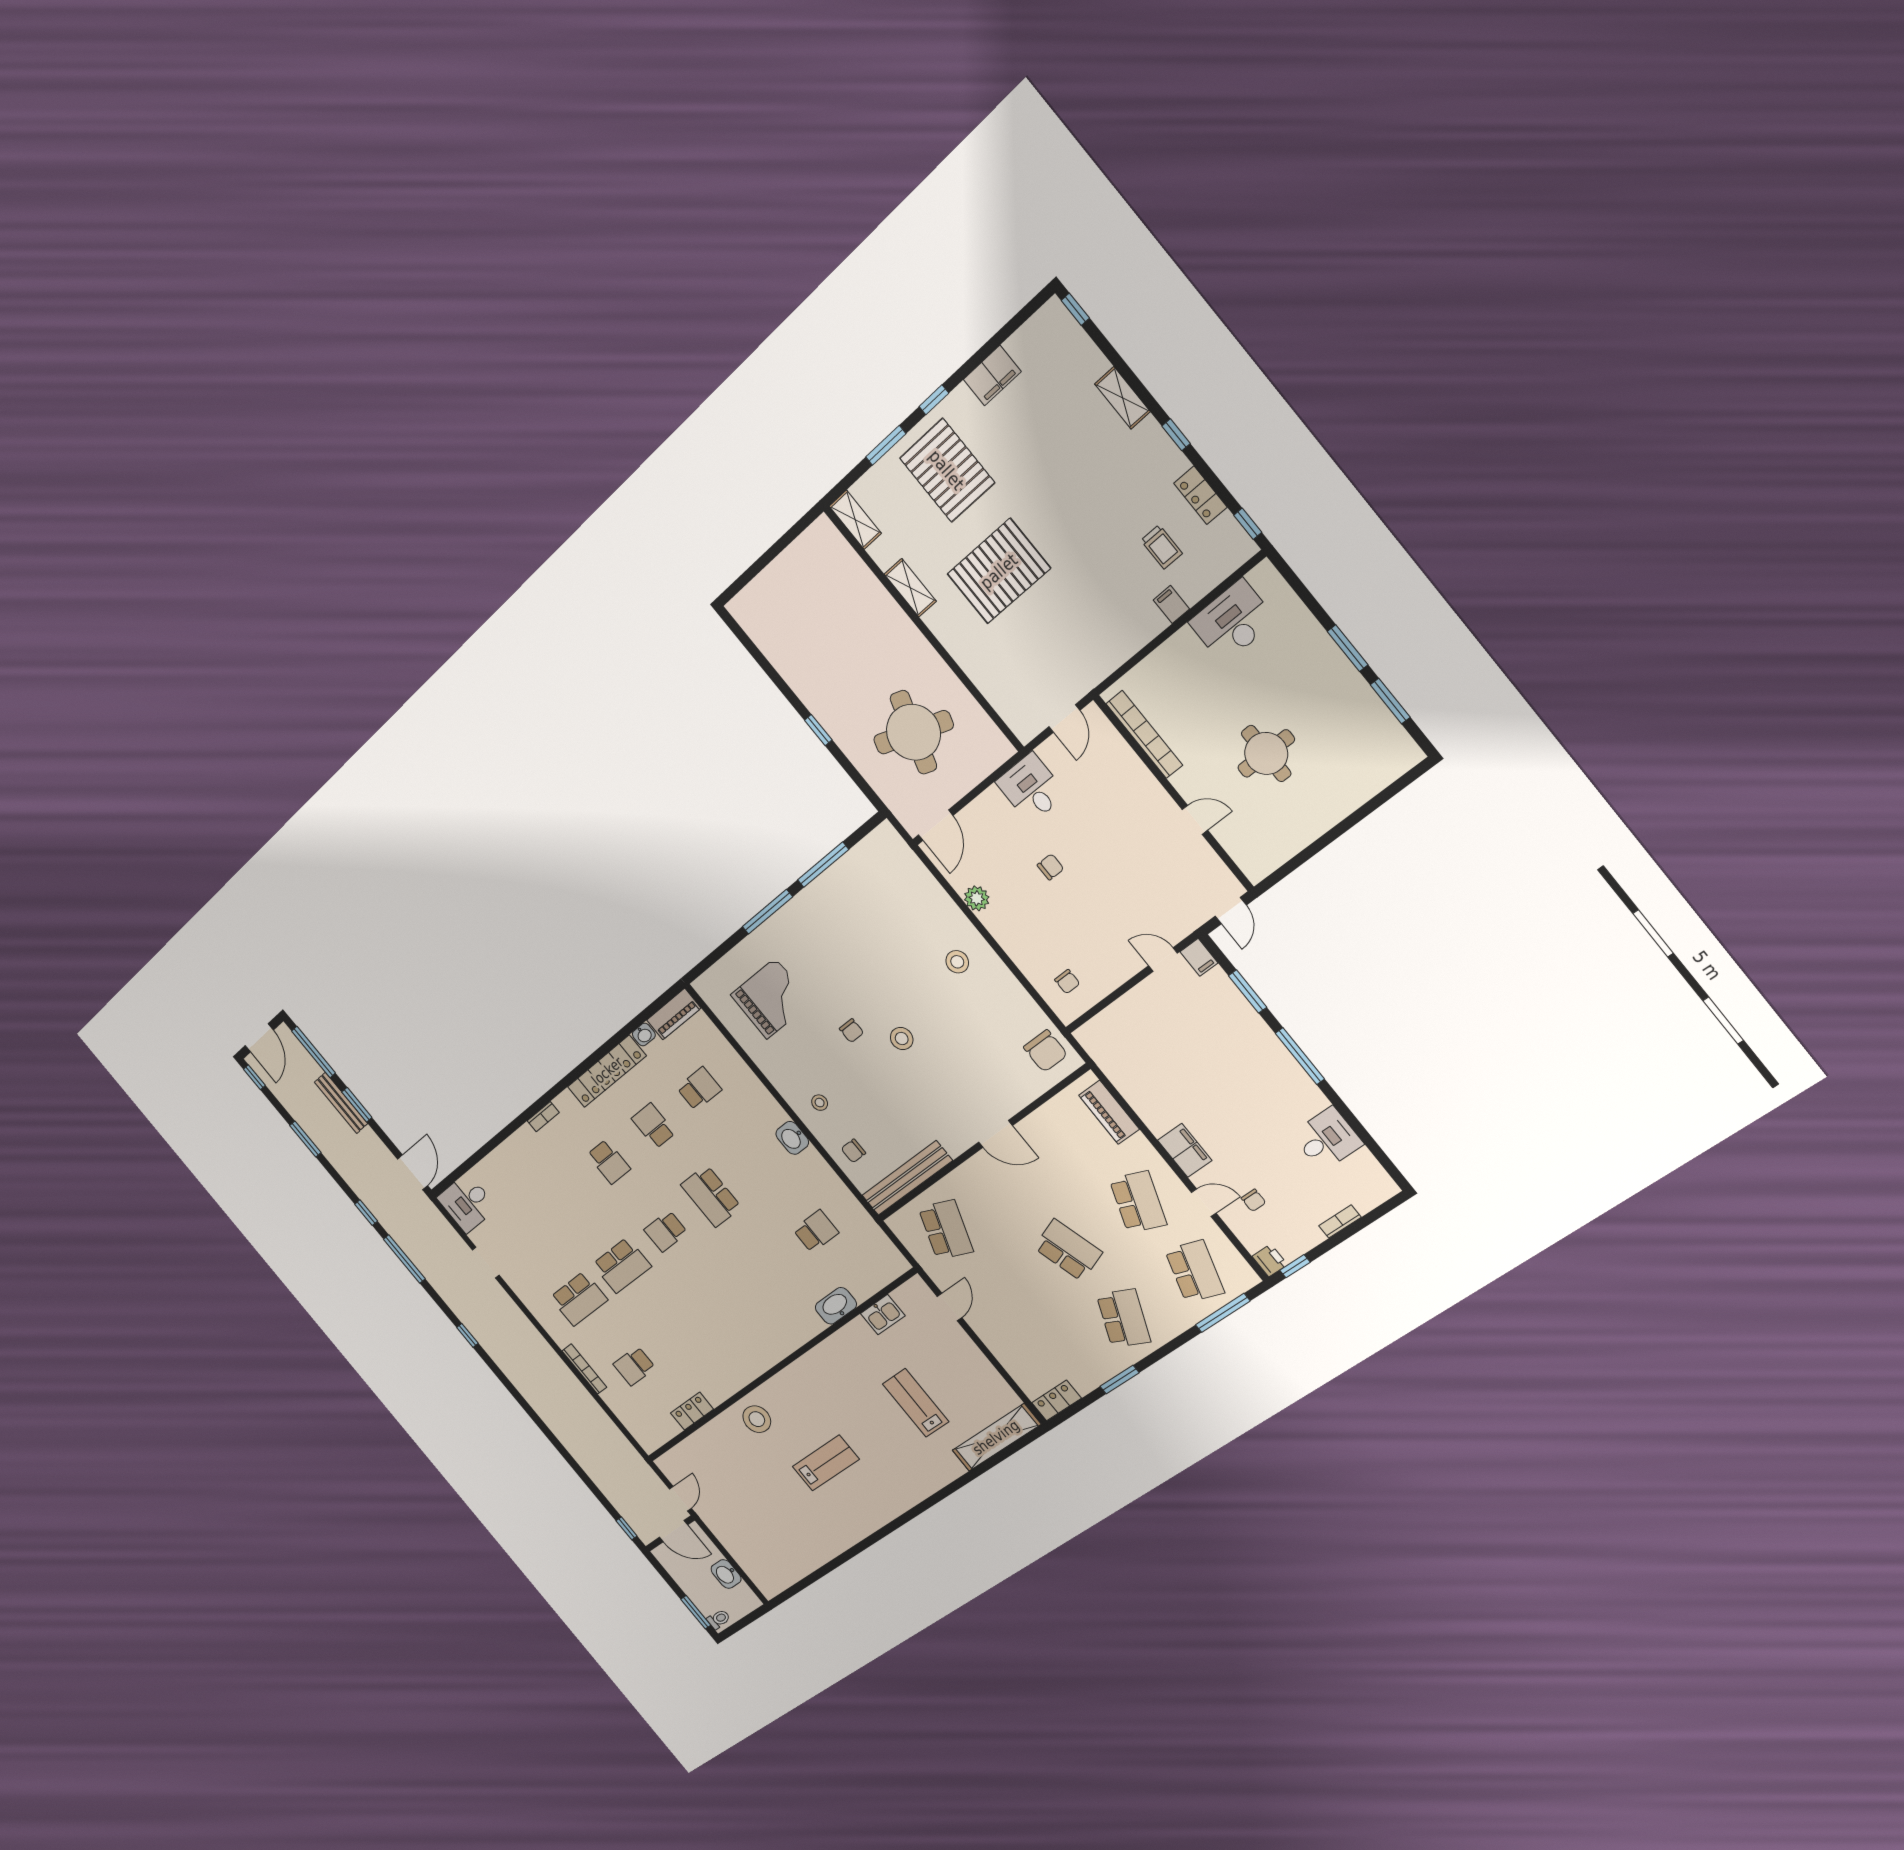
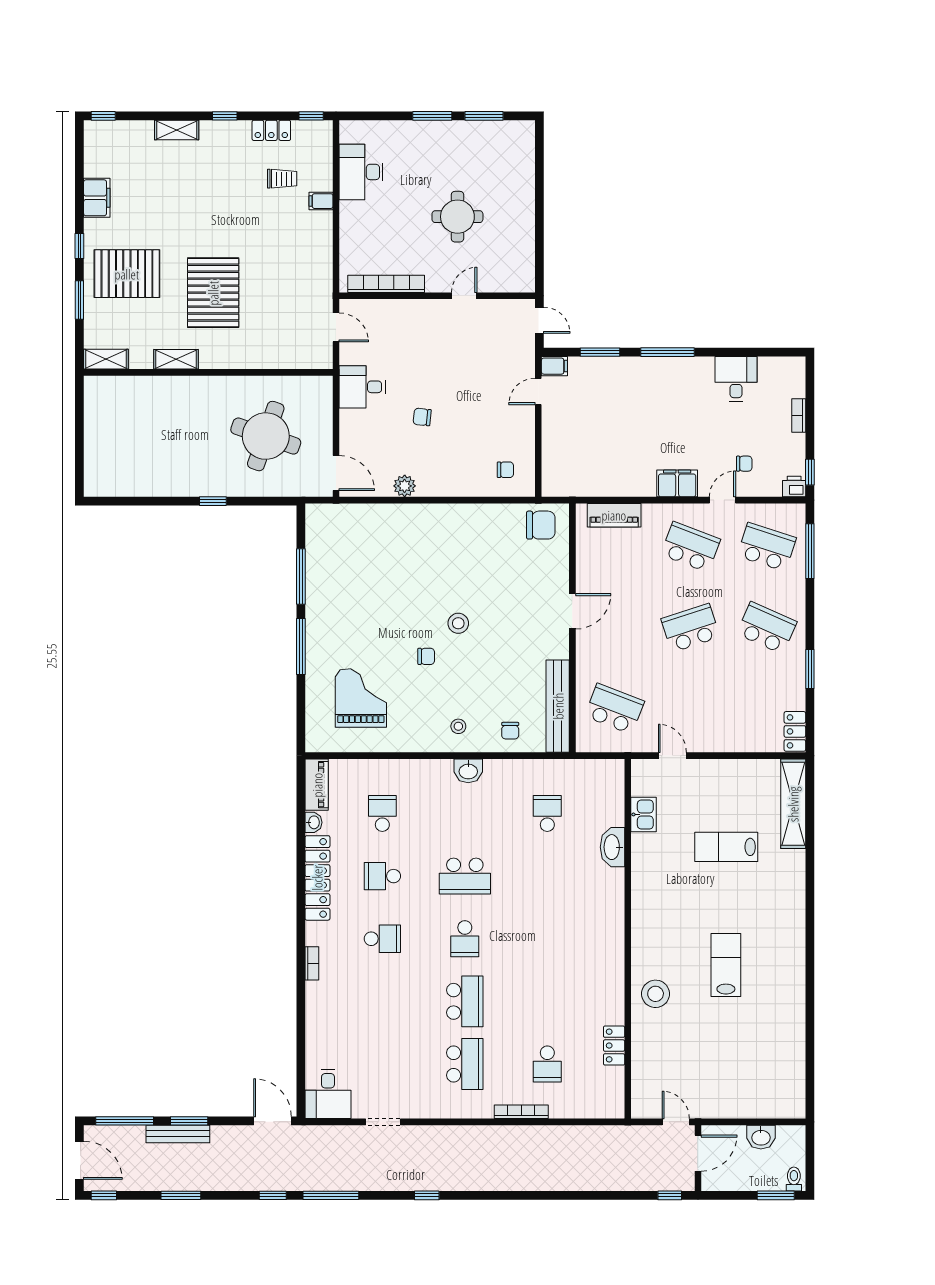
chair: (1050, 867) -> (422, 417), turned -84
stool: (957, 962) -> (436, 536), removed

